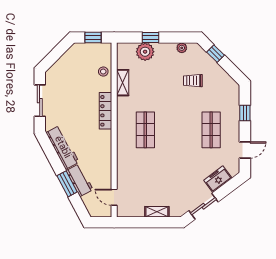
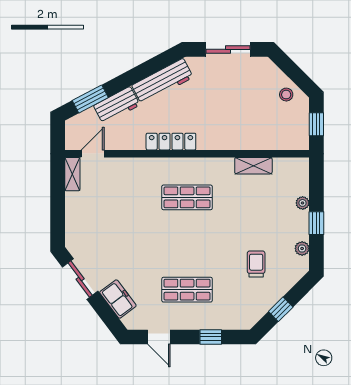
window: (151, 38) -> (316, 223), moved
plant: (145, 52) -> (303, 203), width x0.53, depth x0.53
window: (216, 54) -> (281, 309), moved
stool: (103, 72) -> (286, 95), moved
locker: (105, 111) -> (171, 142), moved
window: (67, 184) -> (90, 99), moved
shelving: (157, 212) -> (72, 174), moved

